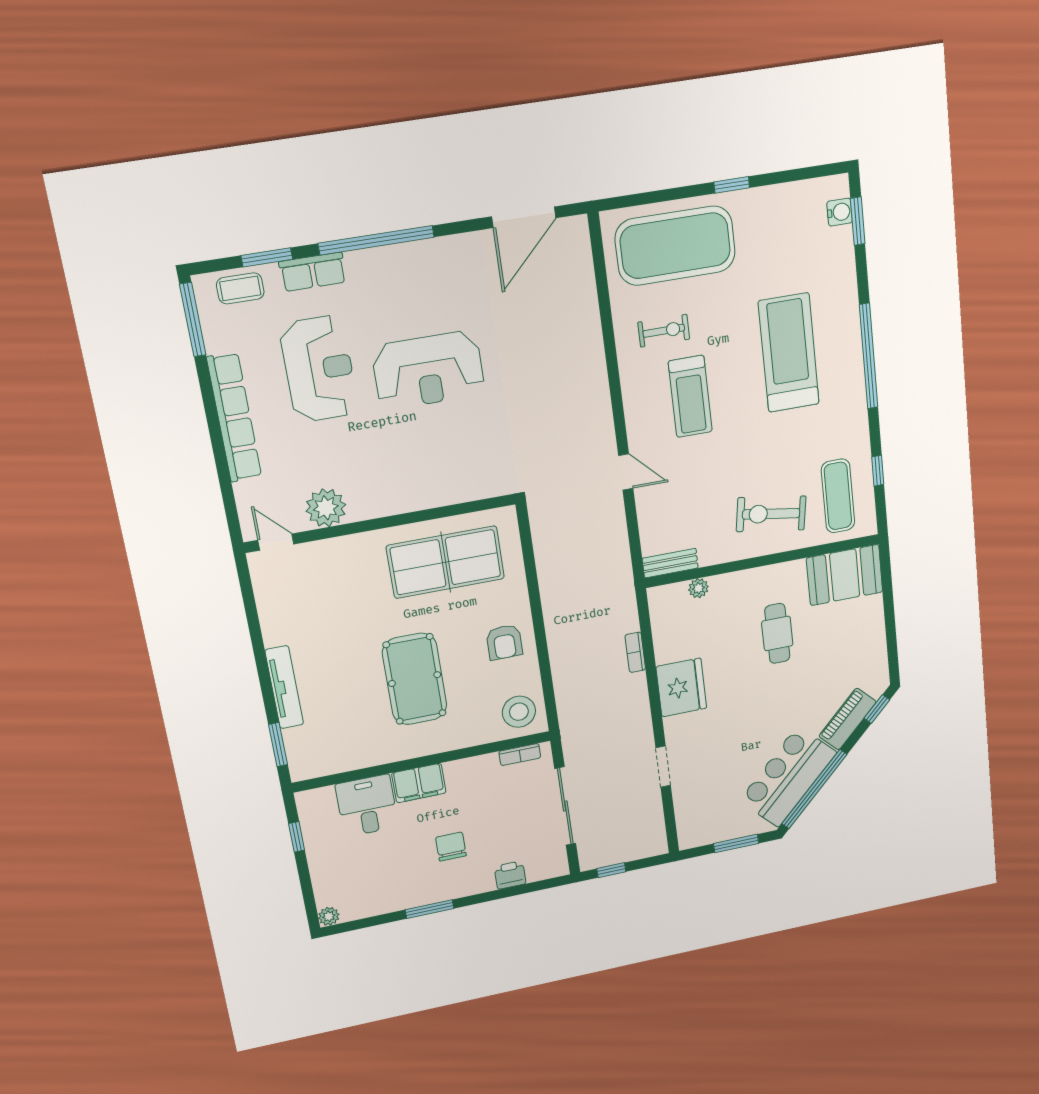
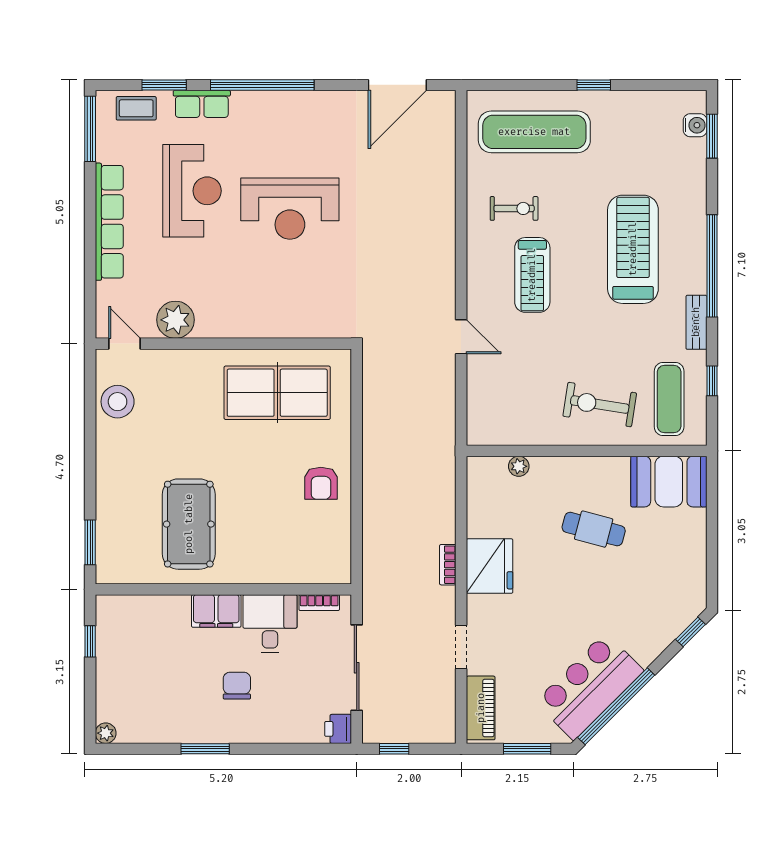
exercise mat: (675, 246) -> (534, 132), width x0.68
bench: (670, 563) -> (696, 322), moved, turned 90
cafe table: (777, 633) -> (594, 529), turned -75
bookcase: (635, 652) -> (448, 565), moved
pool table: (415, 679) -> (189, 524), moved
tv unit: (284, 687) -> (106, 486), removed
stool: (519, 712) -> (118, 402), moved
piano: (848, 719) -> (481, 708), moved, turned 135
desk: (367, 806) -> (270, 624), moved
printer: (510, 875) -> (338, 729), moved, turned -90

